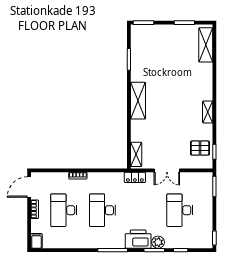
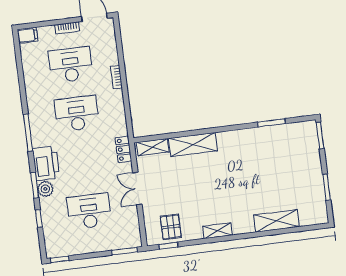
shelving: (206, 45) -> (276, 221), moved
shelving: (138, 101) -> (193, 144), moved

